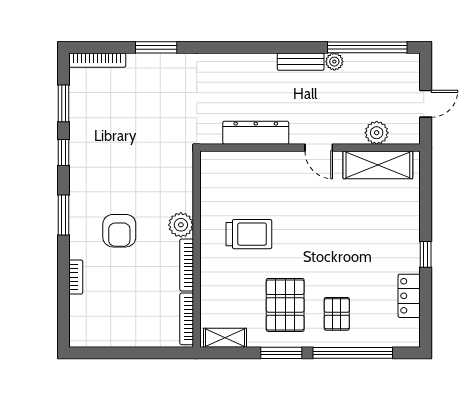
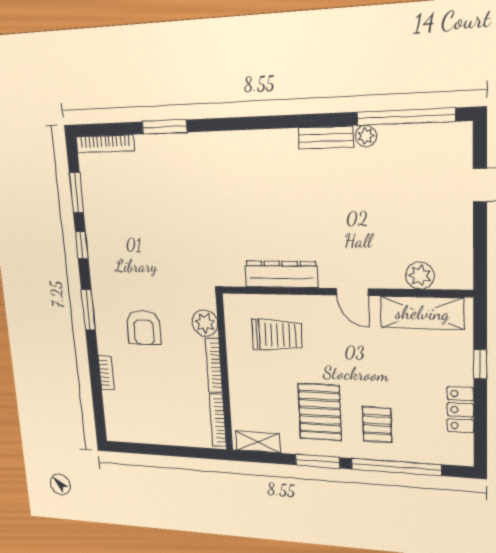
dresser: (256, 133) -> (281, 274), moved
plant: (377, 133) -> (420, 276), moved
wall: (310, 148) -> (343, 292), moved
door: (319, 148) -> (352, 292), moved
shelving: (378, 165) -> (422, 313), moved

